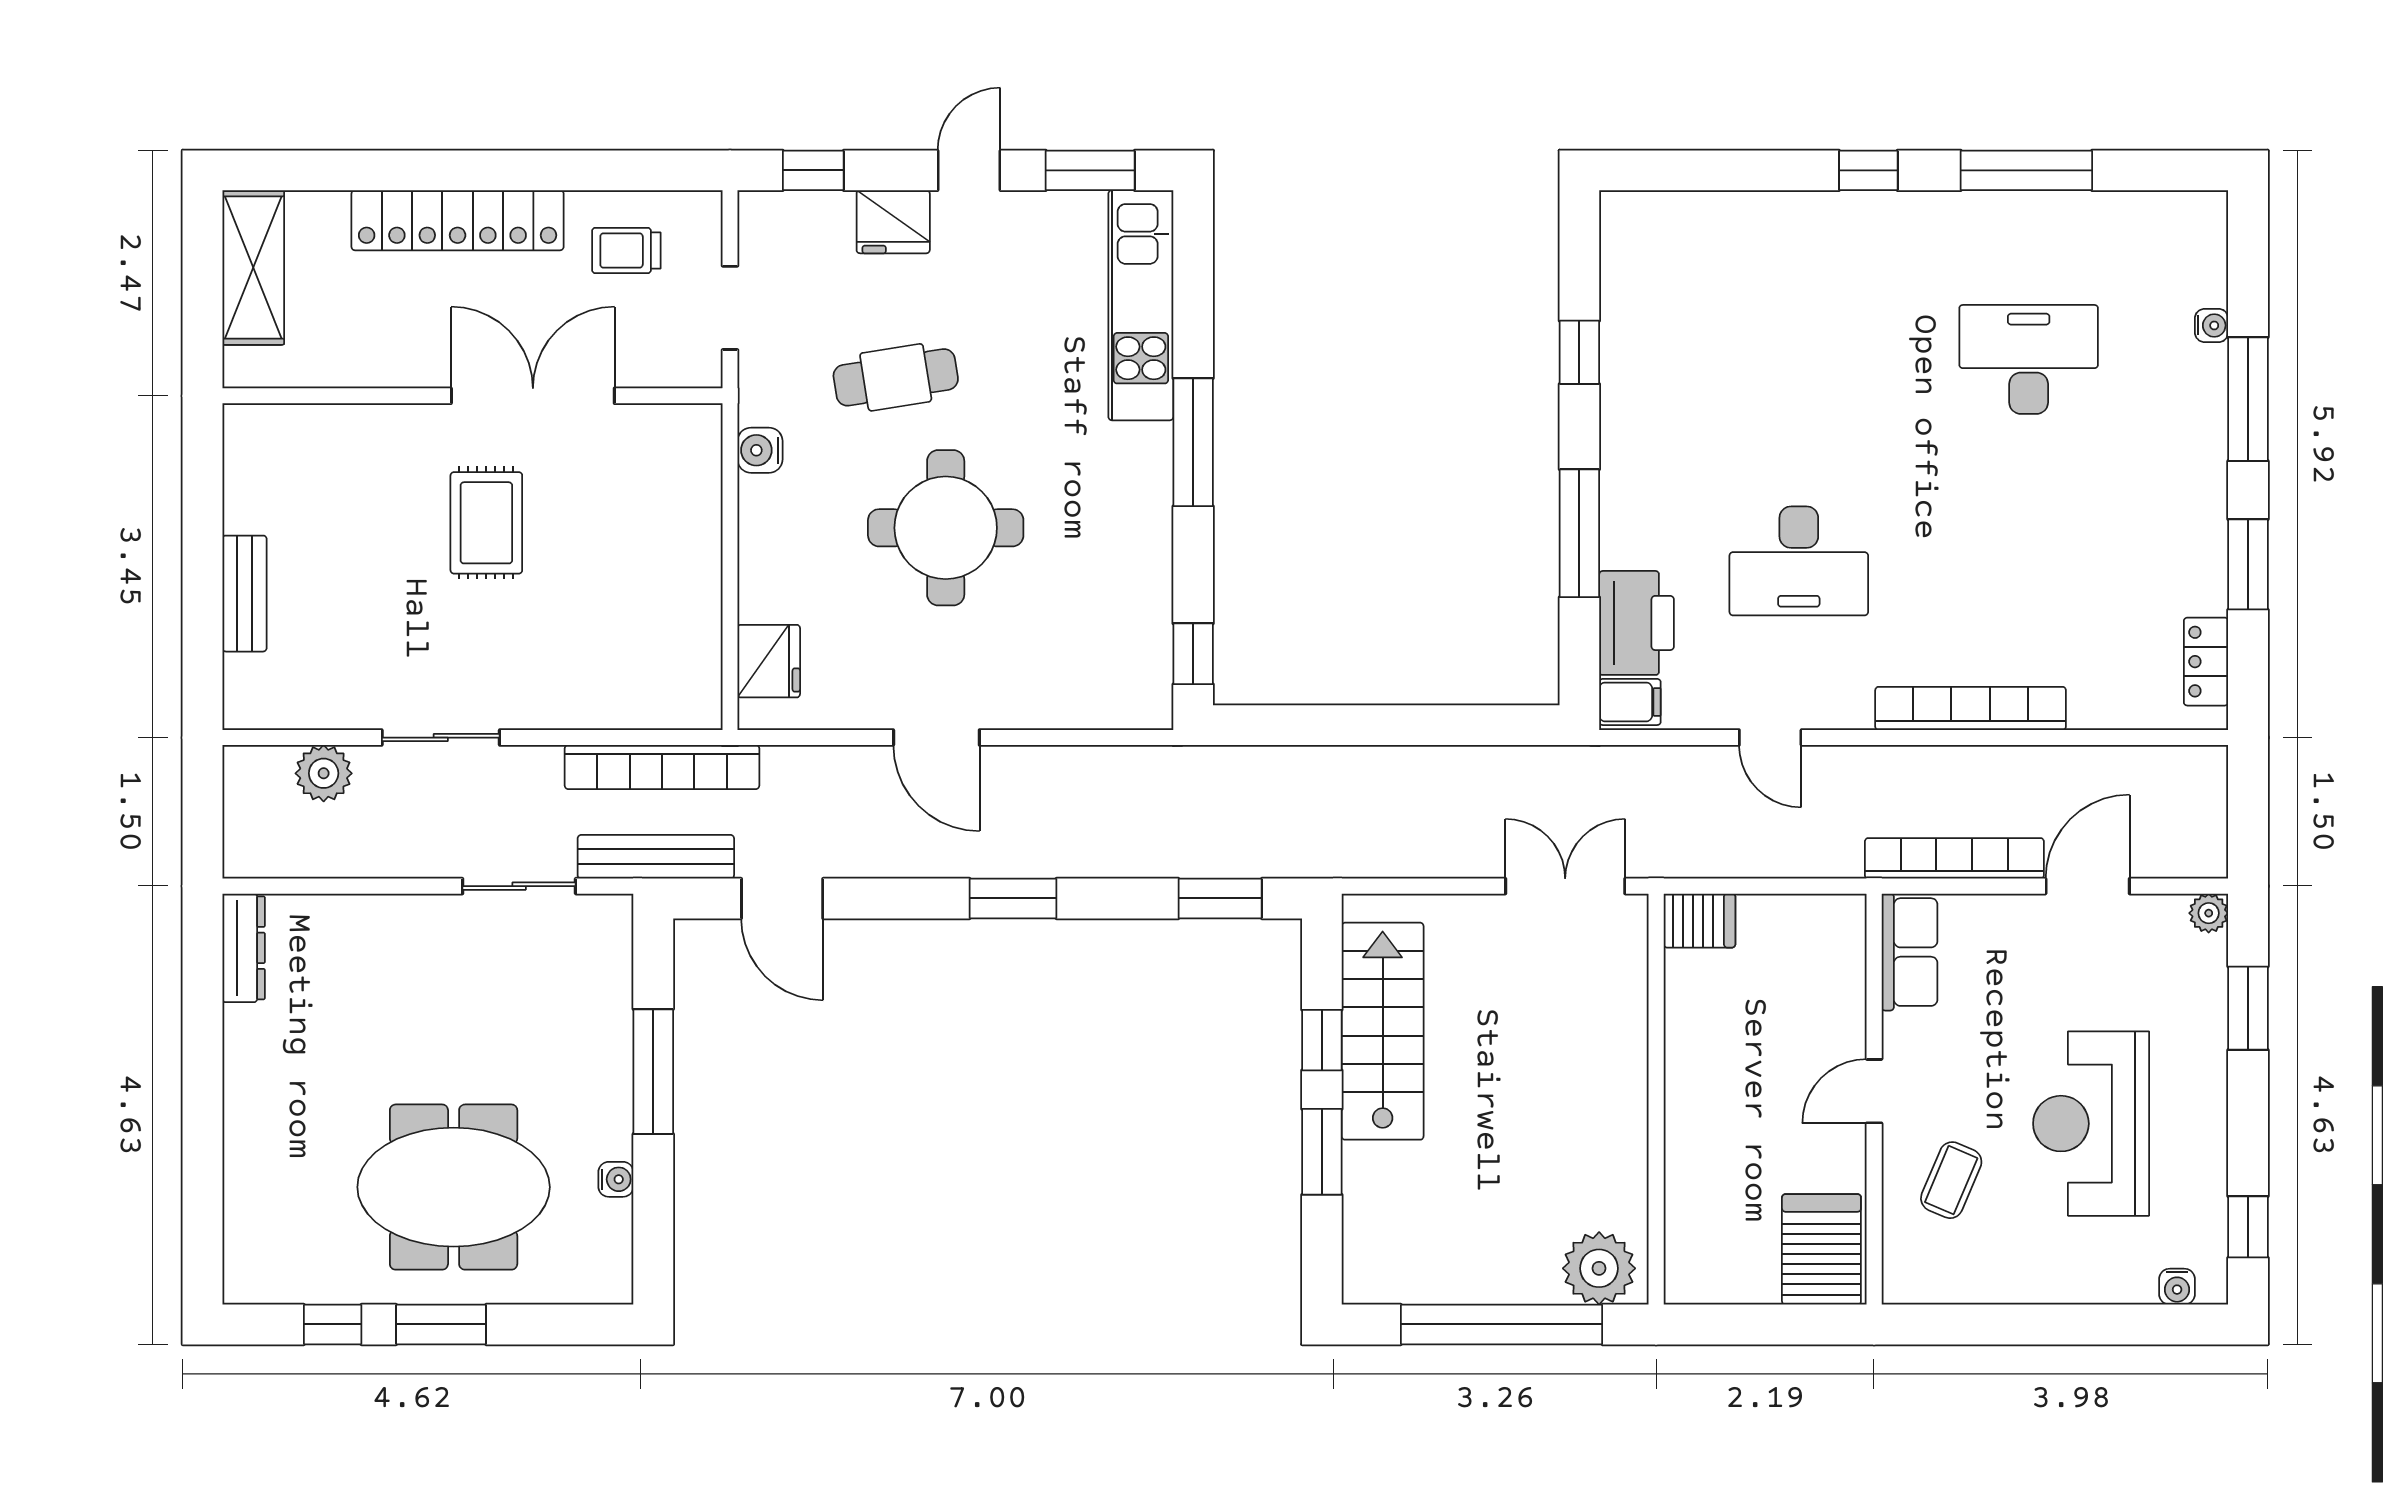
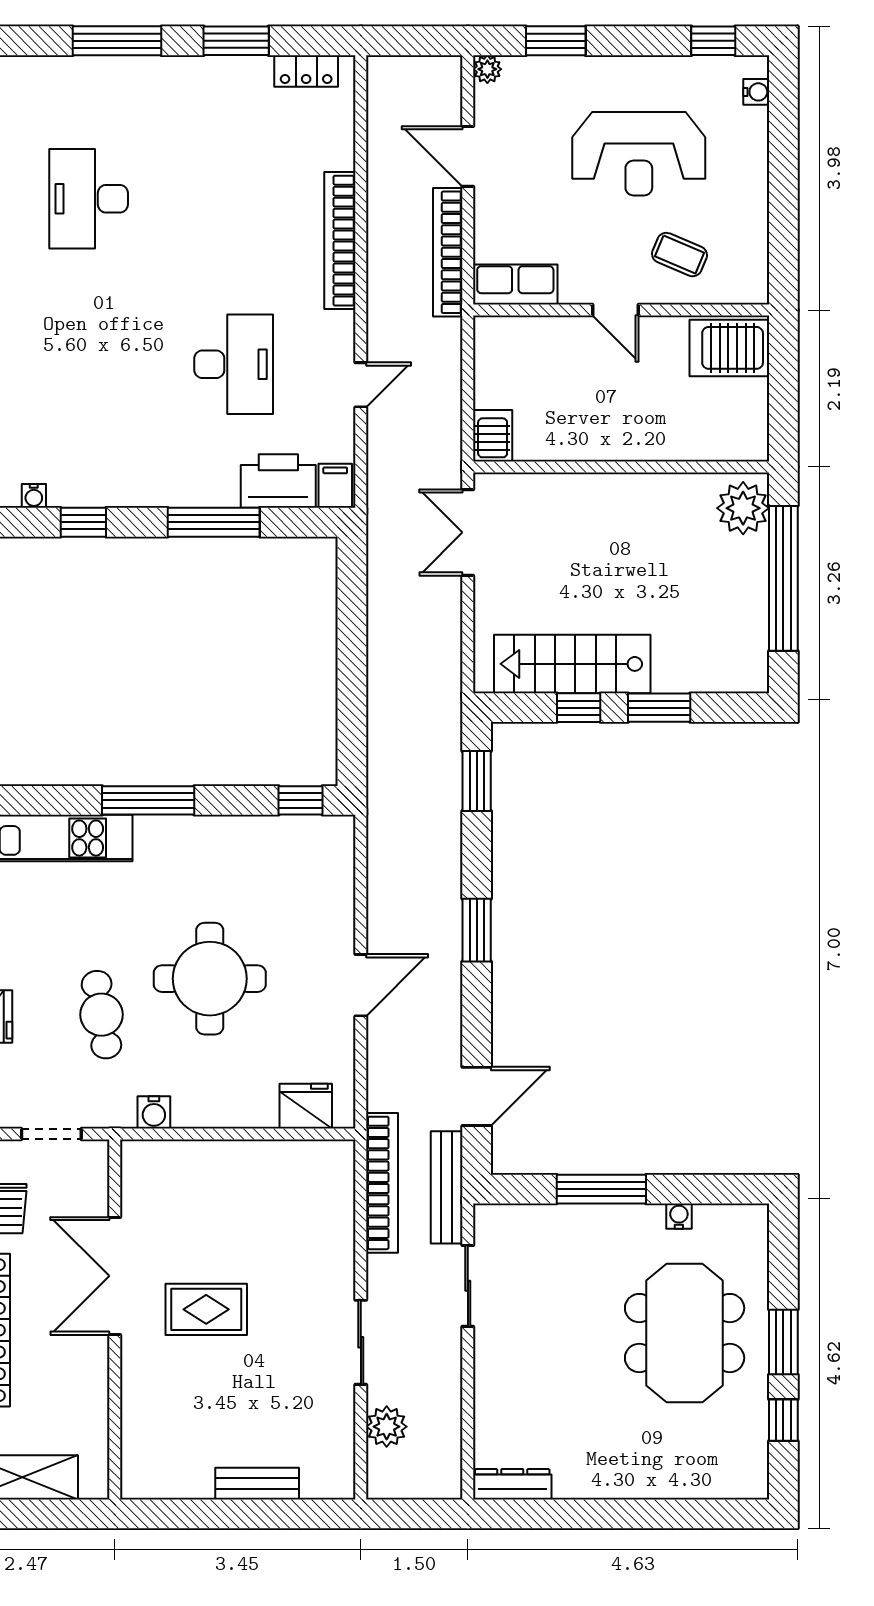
water cooler: (2212, 325) -> (34, 496), moved, turned 180

